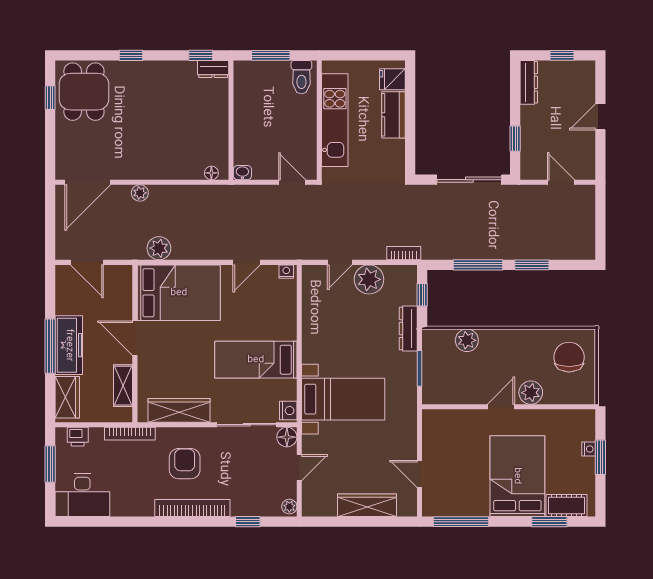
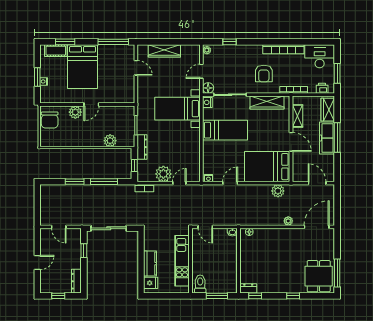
window: (50, 98) -> (337, 273), width x2.17
chair: (569, 357) -> (50, 120), moved
bookcase: (192, 508) -> (283, 49), moved

